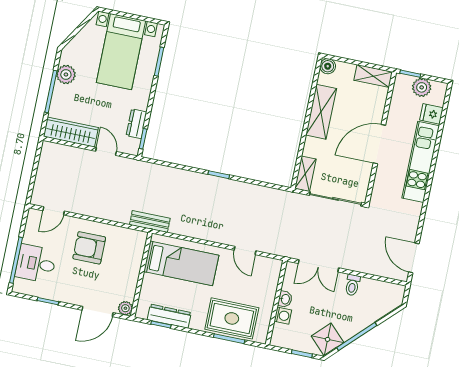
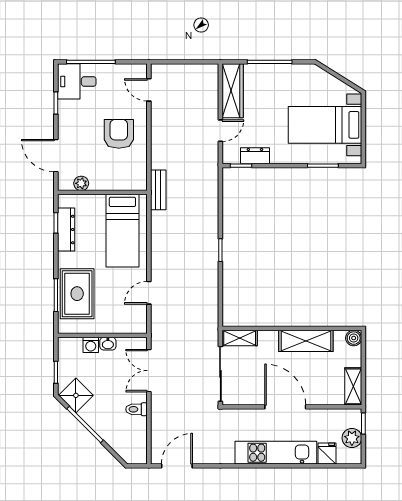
plant: (66, 74) -> (290, 74), removed
desk: (36, 264) -> (77, 81), moved, turned -90
plant: (125, 308) -> (81, 183), moved

